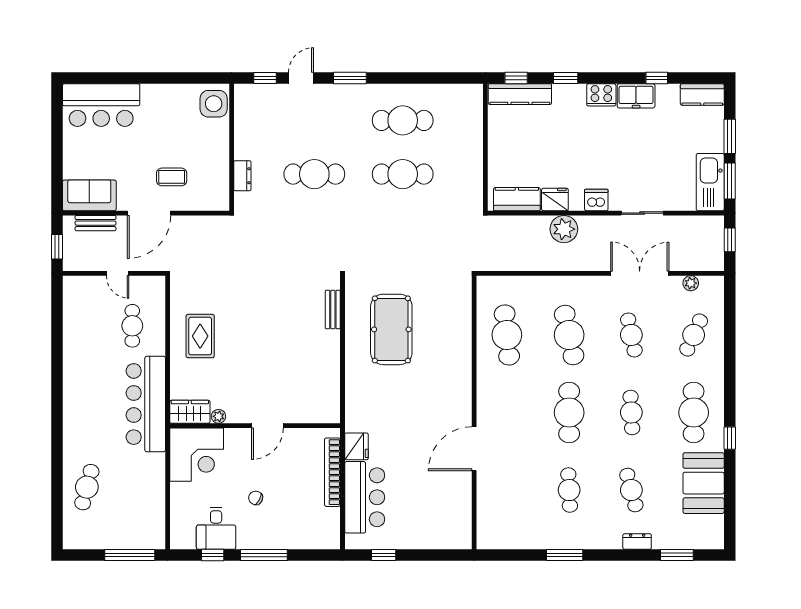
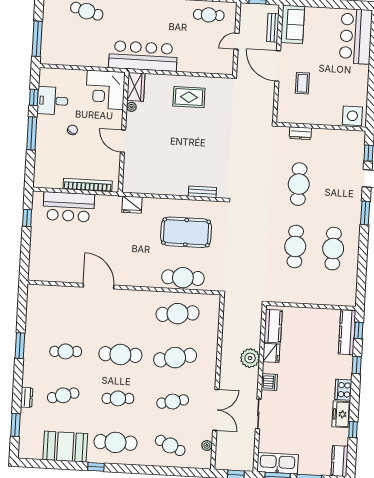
cafe table: (132, 326) -> (209, 15), moved
cafe table: (456, 330) -> (183, 278), added
fridge: (356, 446) -> (132, 205), moved

